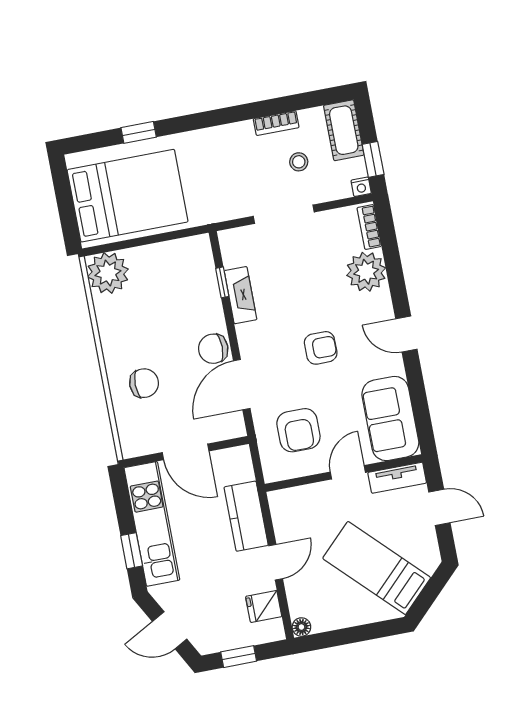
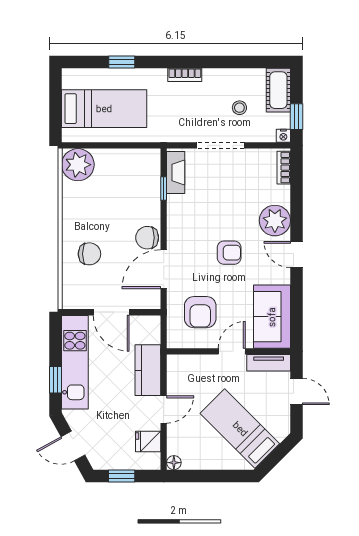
bookcase: (276, 123) -> (185, 75), moved
bed: (128, 196) -> (104, 109), width x0.67
plant: (366, 272) -> (275, 221), moved
fireplace: (241, 295) -> (176, 173), moved

